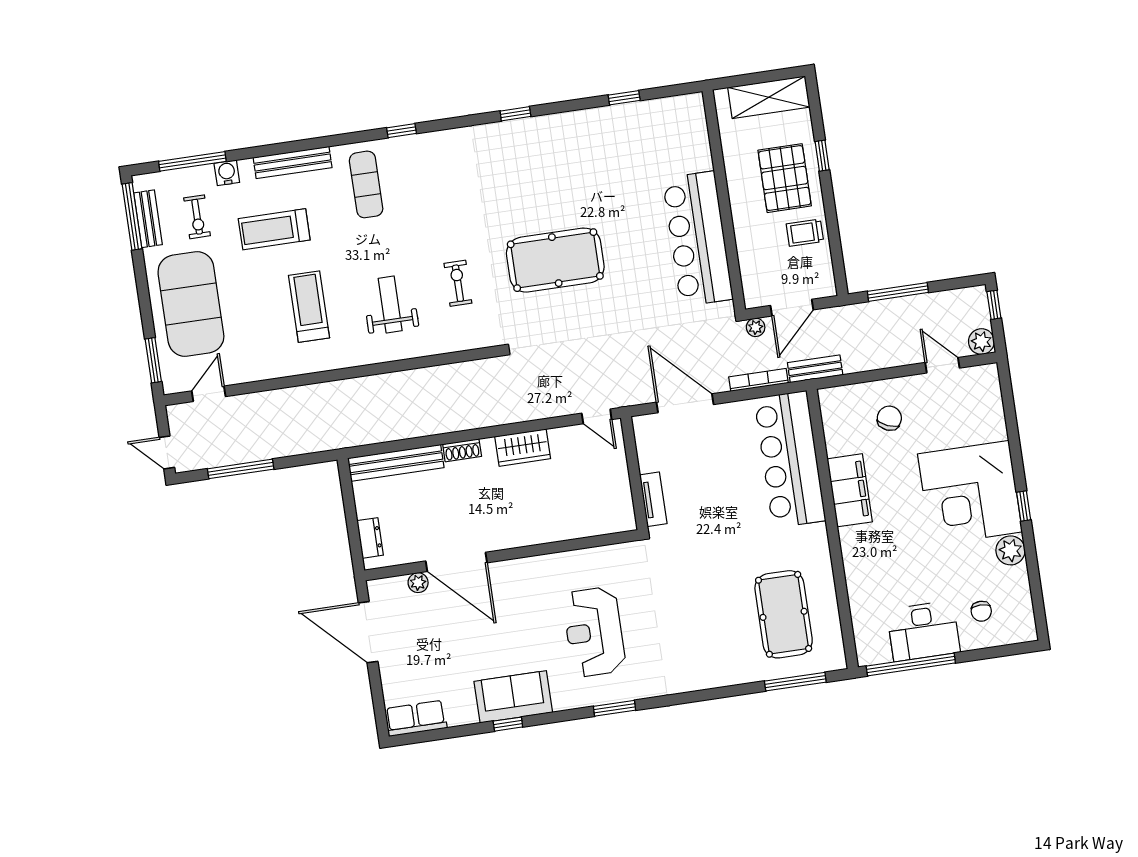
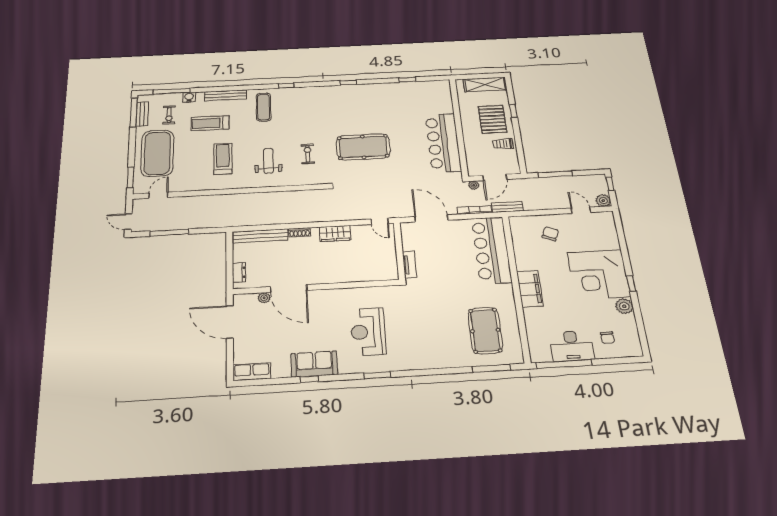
filing cabinet: (850, 490) -> (530, 289), moved

